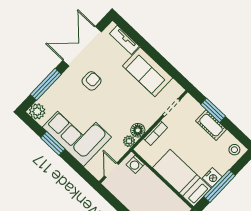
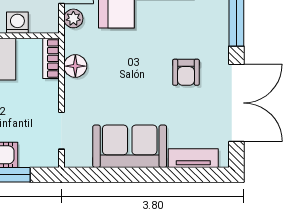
bookcase: (156, 133) -> (51, 58), moved
plant: (129, 141) -> (73, 18), moved
washing machine: (135, 164) -> (17, 23), moved

